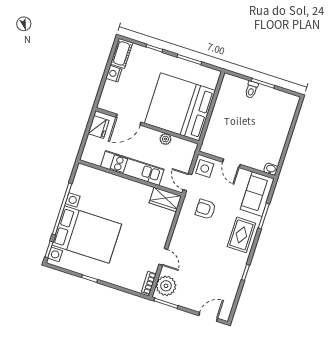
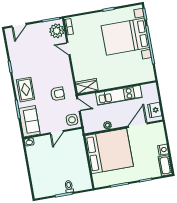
door: (231, 163) -> (57, 132), swing flipped

